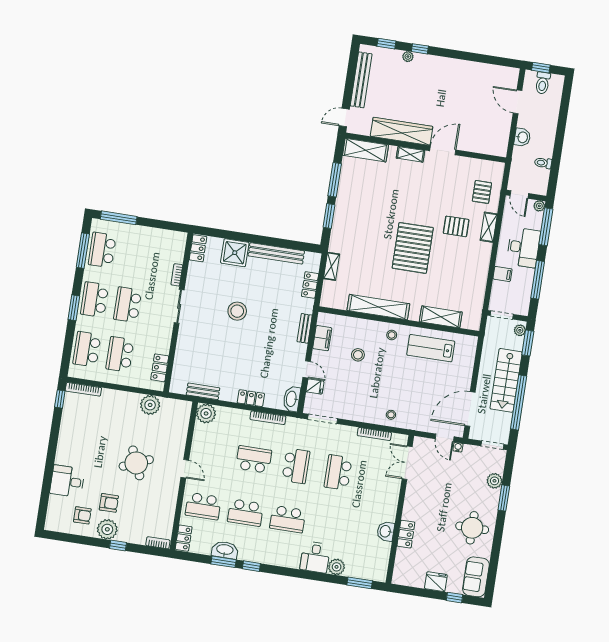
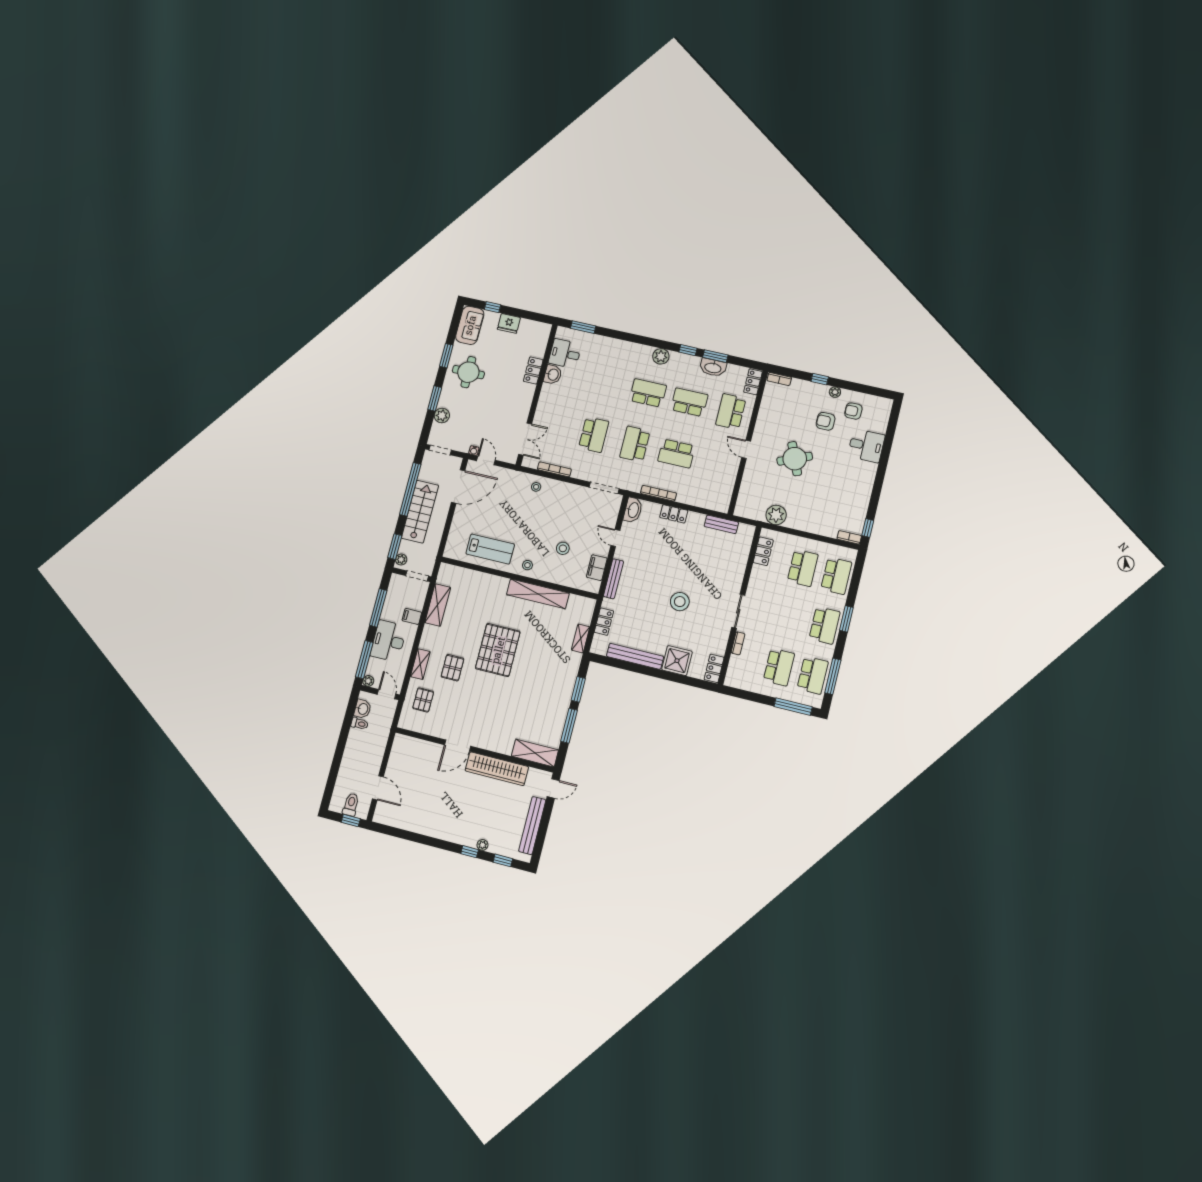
washbasin: (522, 137) -> (363, 709), moved, turned 180
shelving: (410, 154) -> (490, 745), removed
pallet: (456, 226) -> (452, 668), turned 90
school desk: (128, 305) -> (779, 667), moved
shelving: (441, 317) -> (438, 605), moved, turned 90
bench: (305, 328) -> (613, 579), width x1.36
fridge: (315, 387) -> (609, 520), removed
bookcase: (83, 389) -> (849, 537), width x0.64
plant: (206, 413) -> (720, 502), removed
school desk: (203, 506) -> (731, 412), turned -90
plant: (107, 529) -> (835, 392), width x0.53, depth x0.53
window: (497, 543) -> (446, 356), added
desk: (315, 557) -> (565, 354), moved, turned -90
plant: (337, 567) -> (661, 356), moved

